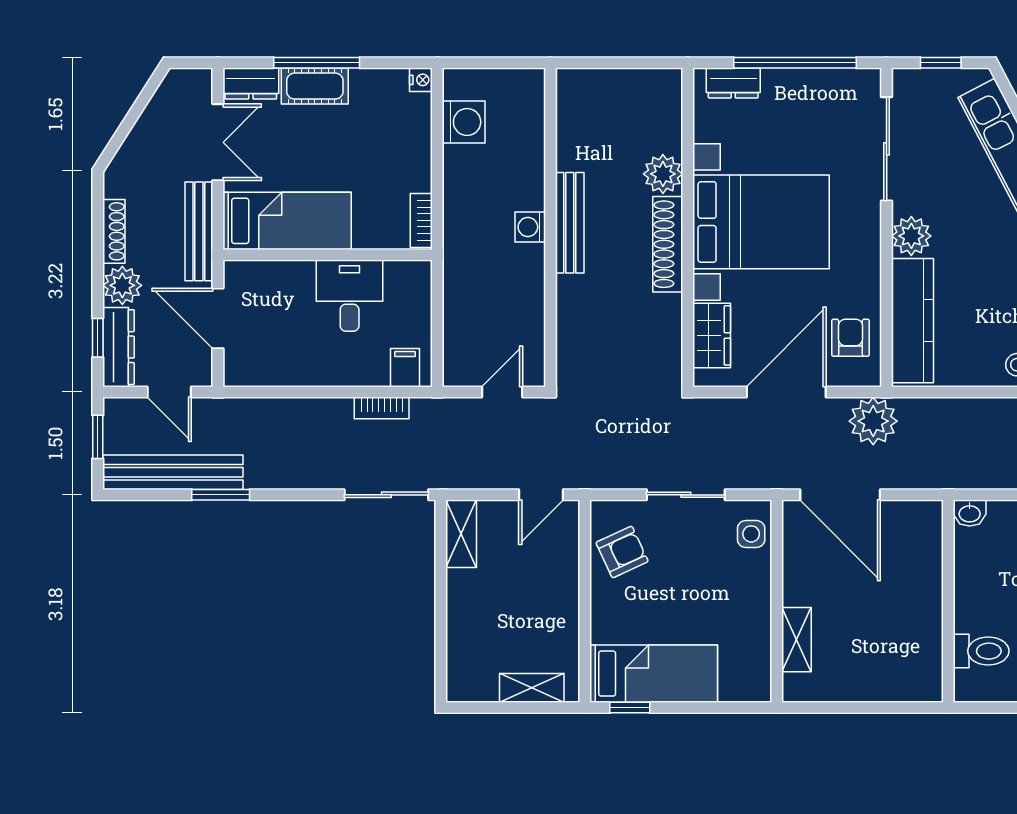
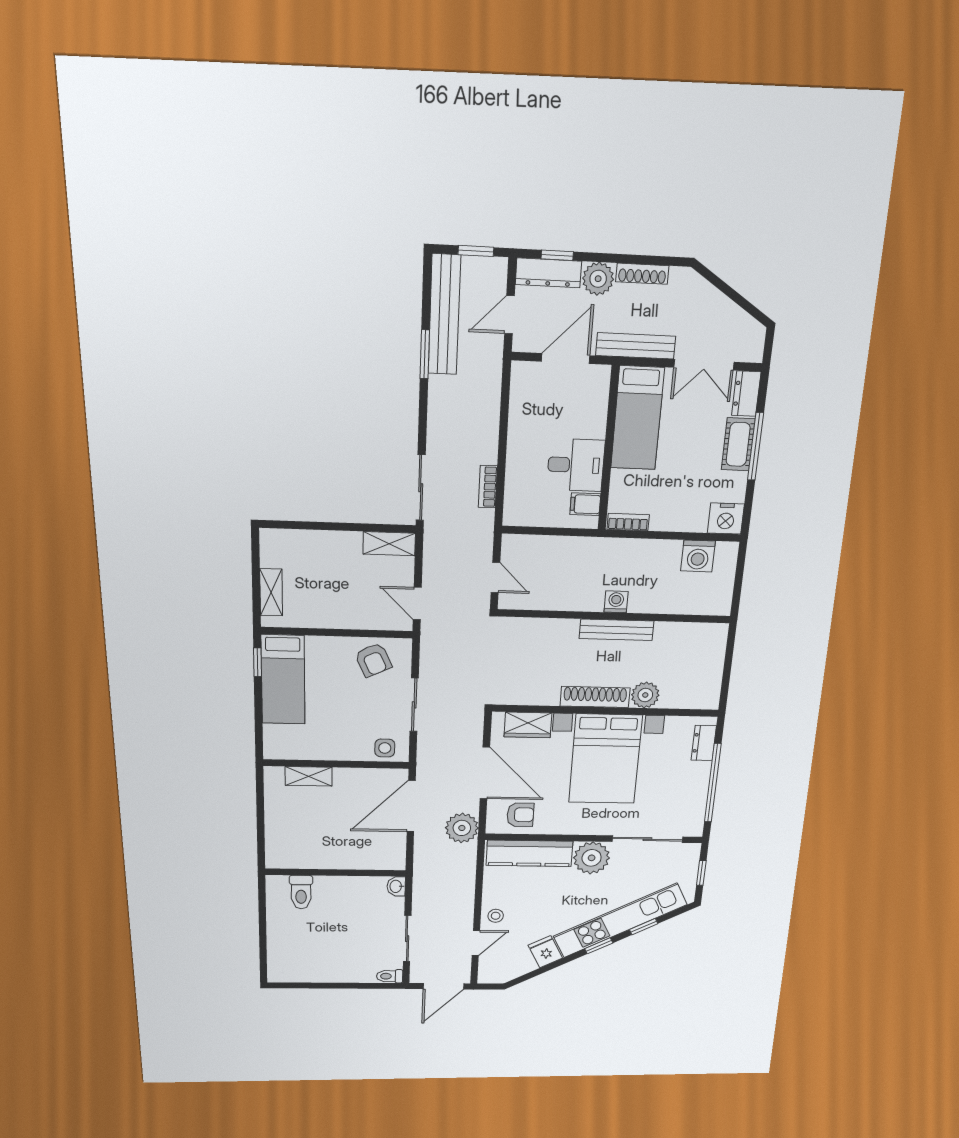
nightstand: (421, 80) -> (726, 519), width x1.89, depth x1.79
plant: (911, 236) -> (592, 858), width x1.36, depth x1.36
filing cabinet: (405, 368) -> (585, 504), moved, turned 180

